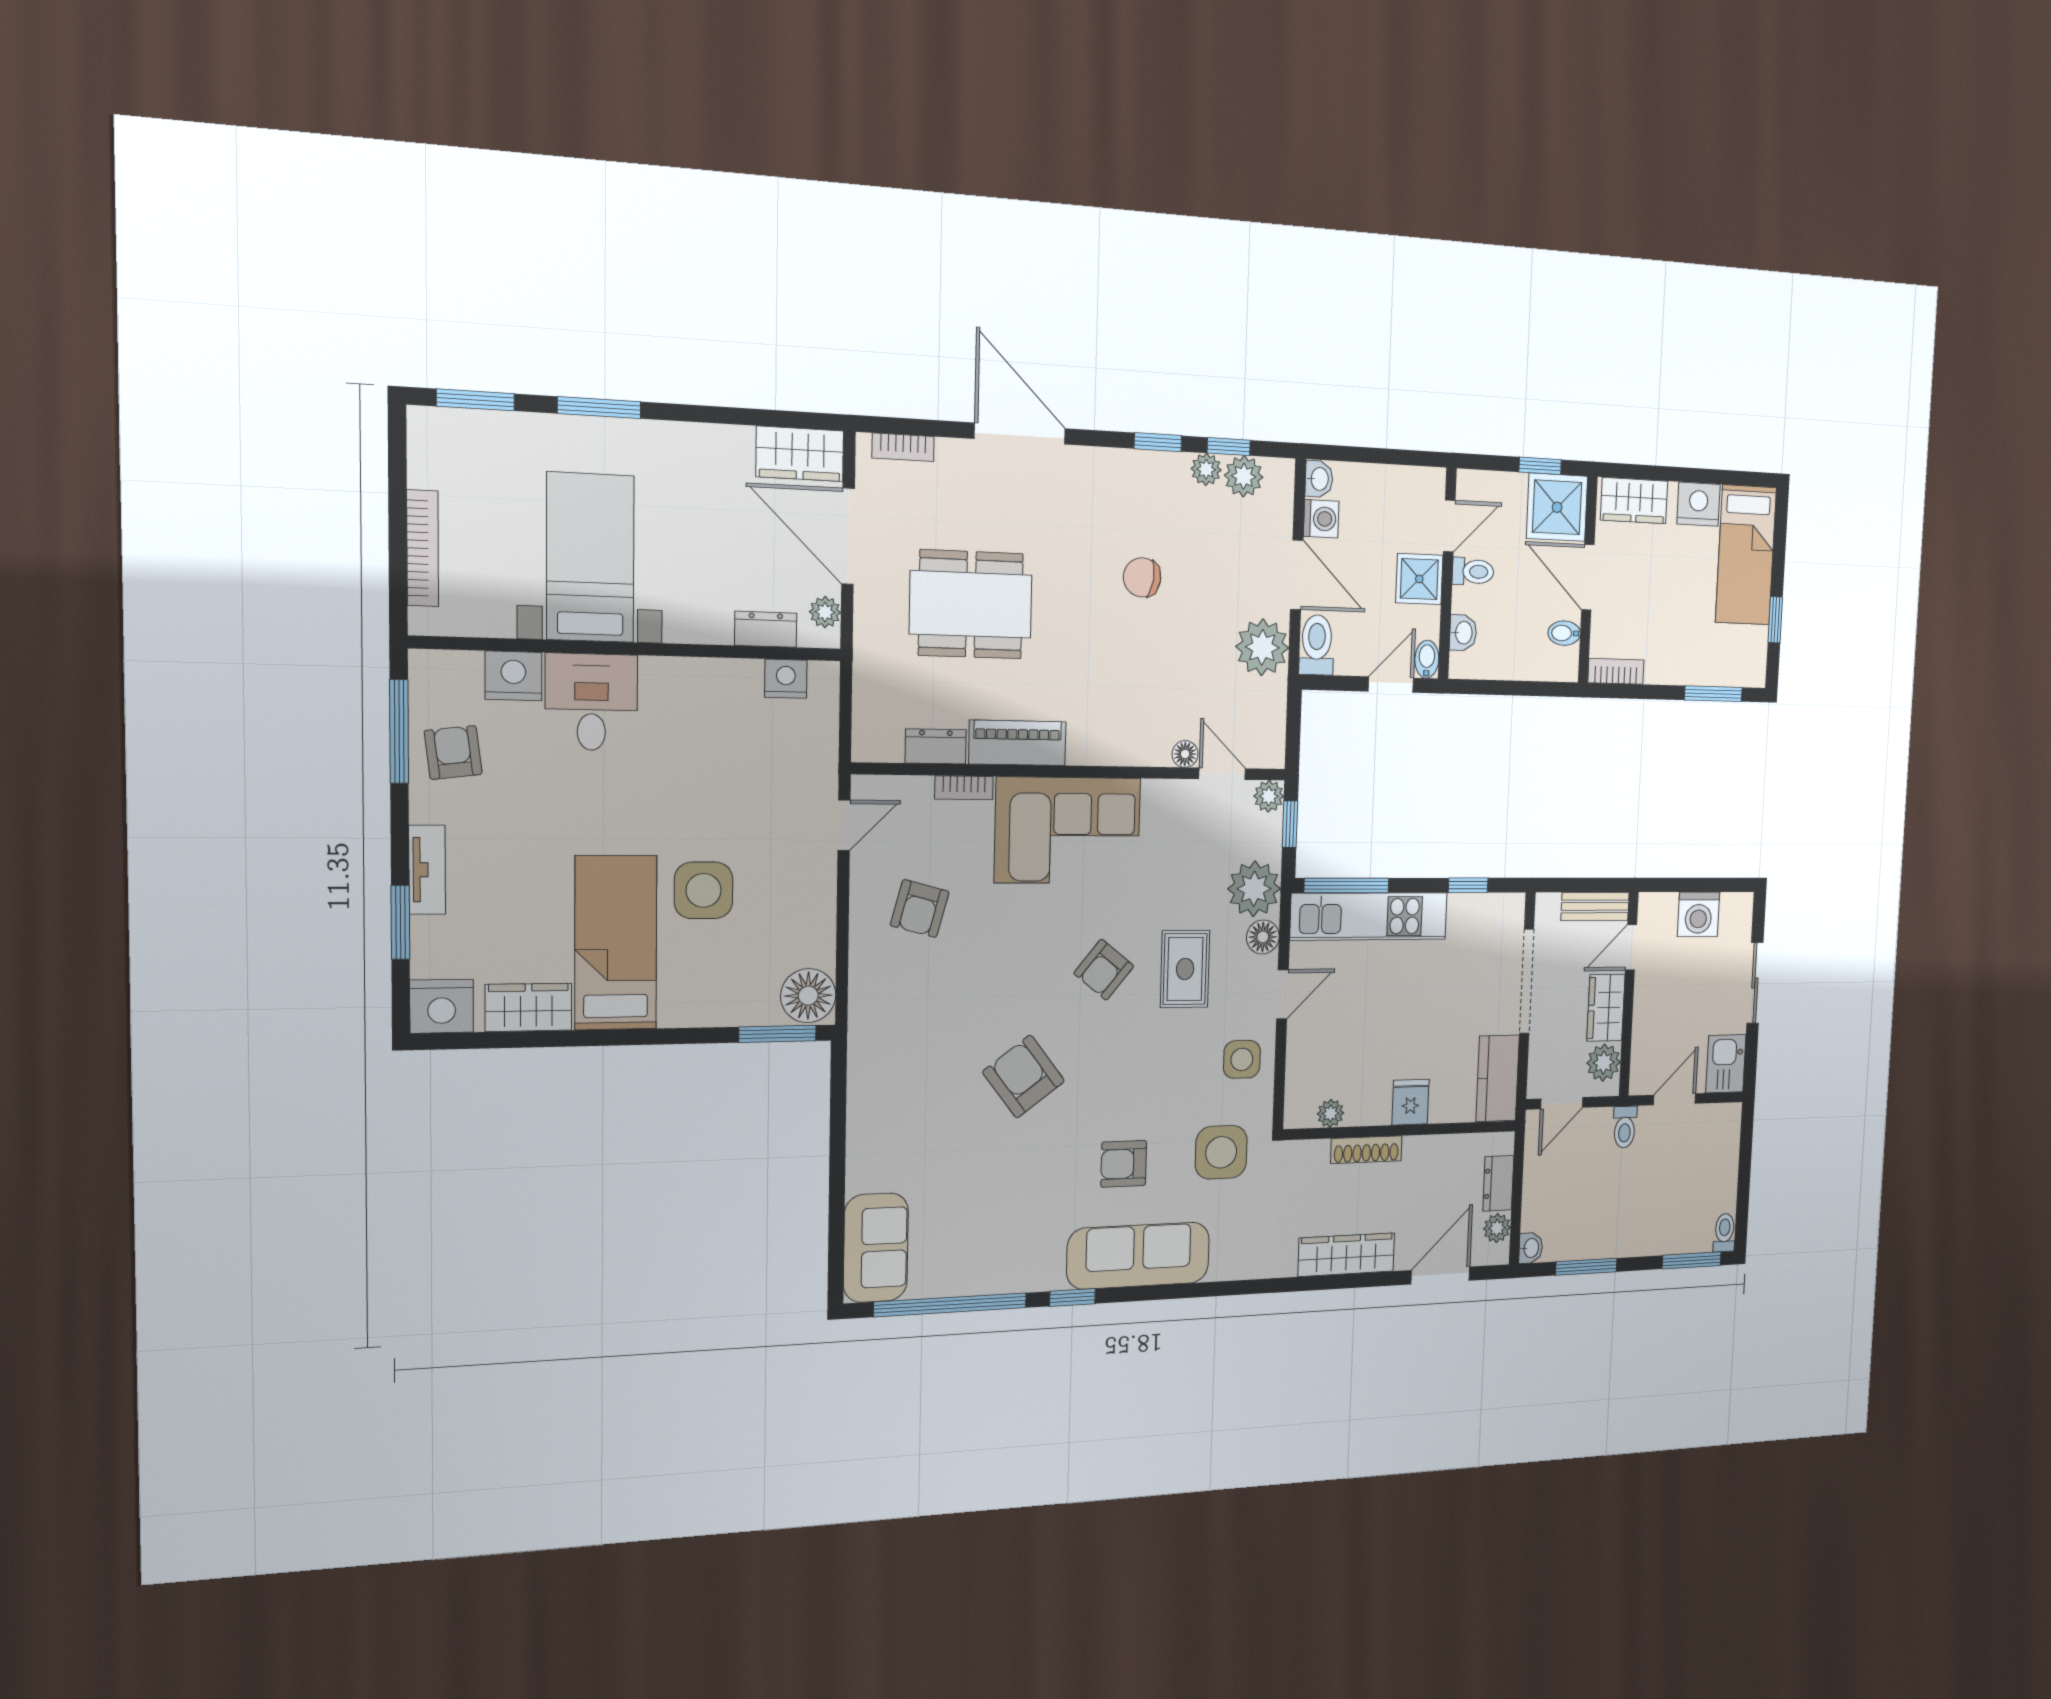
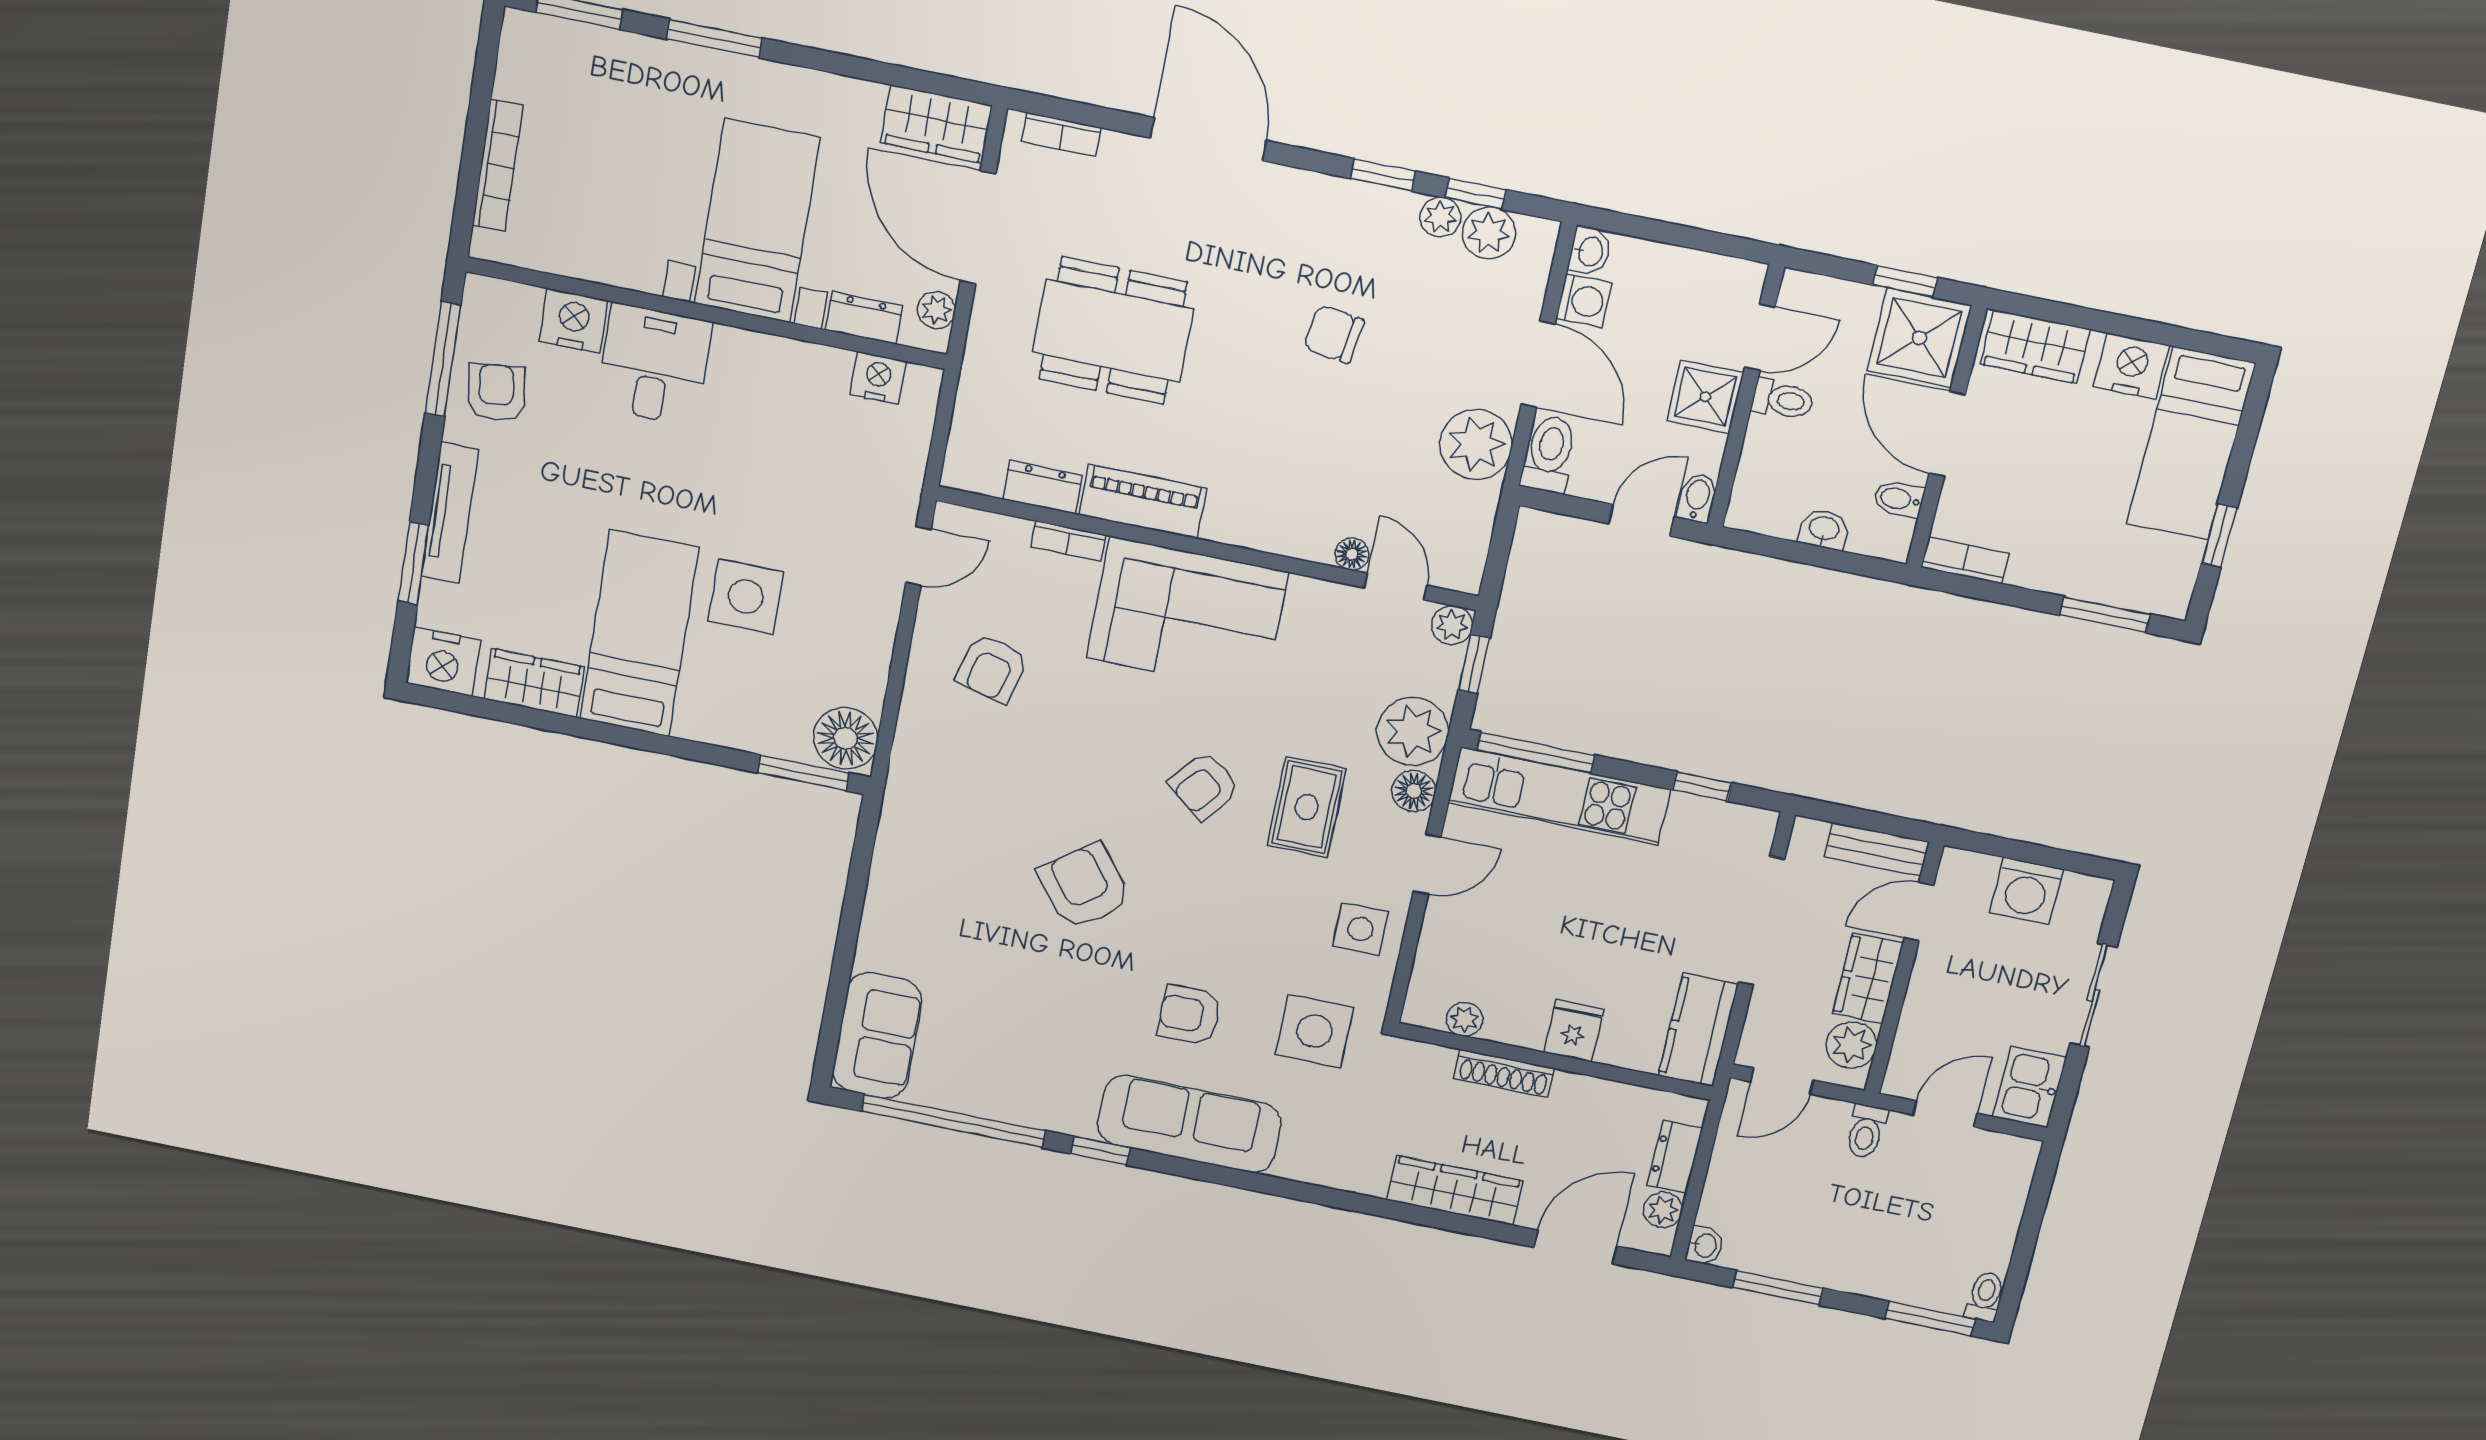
bed with nightstands: (590, 558) -> (757, 221), moved
washbasin: (1463, 633) -> (1824, 529), moved, turned -90
tv unit: (427, 870) -> (450, 513), width x1.41

